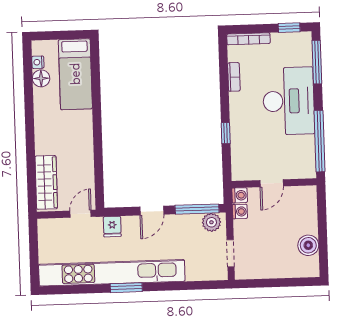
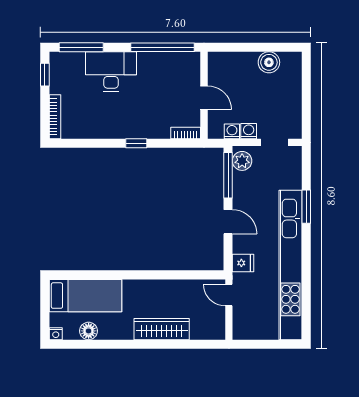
nightstand: (38, 62) -> (56, 334), moved
bookcase: (234, 77) -> (186, 133), moved
desk: (289, 101) -> (111, 72), width x0.73, depth x0.77
window: (226, 133) -> (136, 143), moved
wardrobe: (46, 182) -> (162, 329), moved
washing machine: (240, 195) -> (249, 131), moved
window: (126, 288) -> (306, 207), moved

